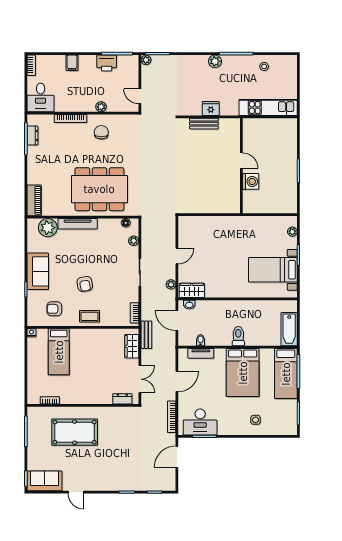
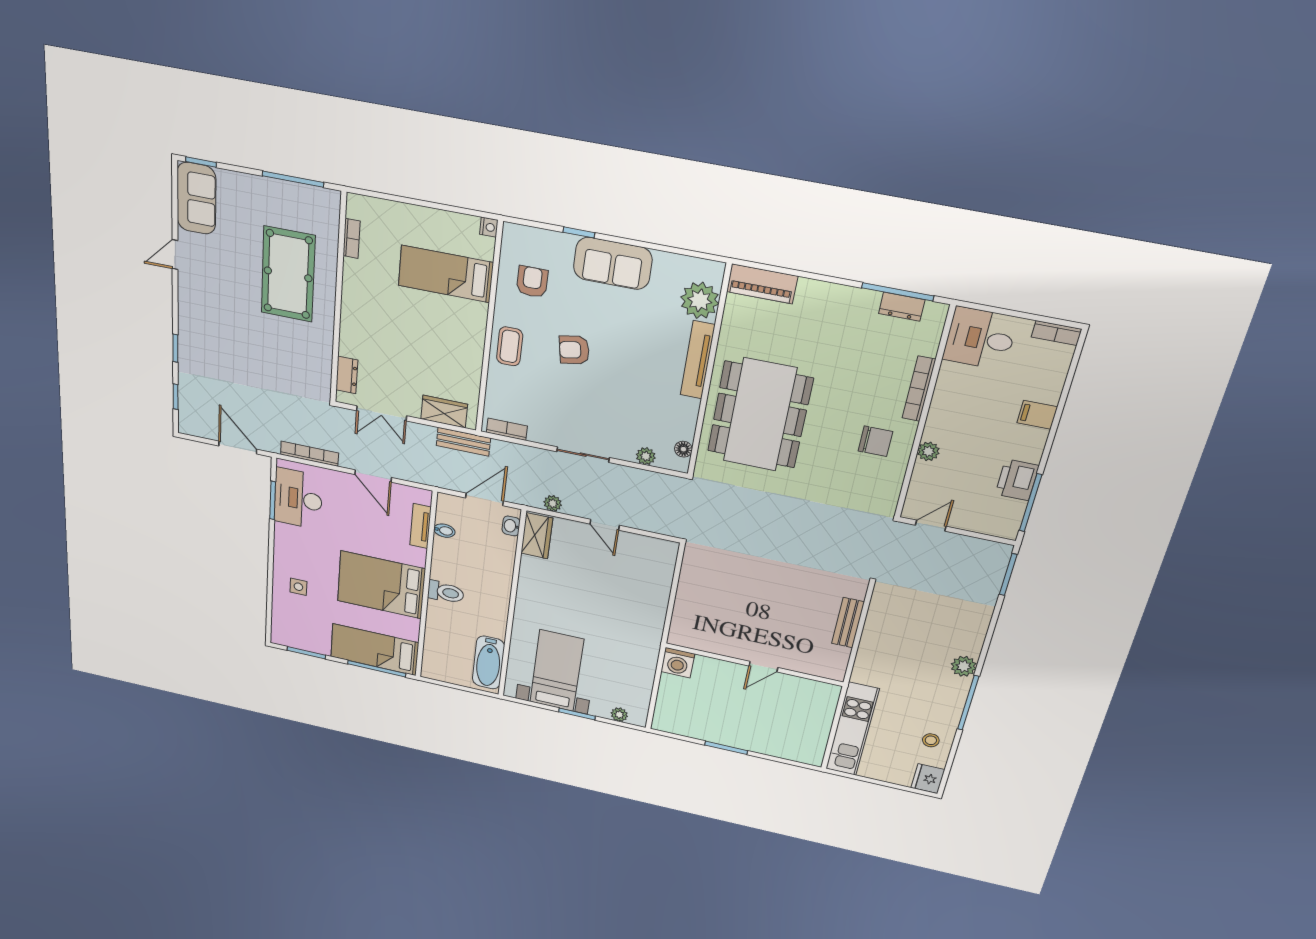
plant: (146, 60) -> (1002, 552), removed
fridge: (211, 108) -> (928, 779), moved, turned 180
washing machine: (251, 181) -> (678, 663), moved
bathtub: (289, 329) -> (488, 663), moved, turned -90

